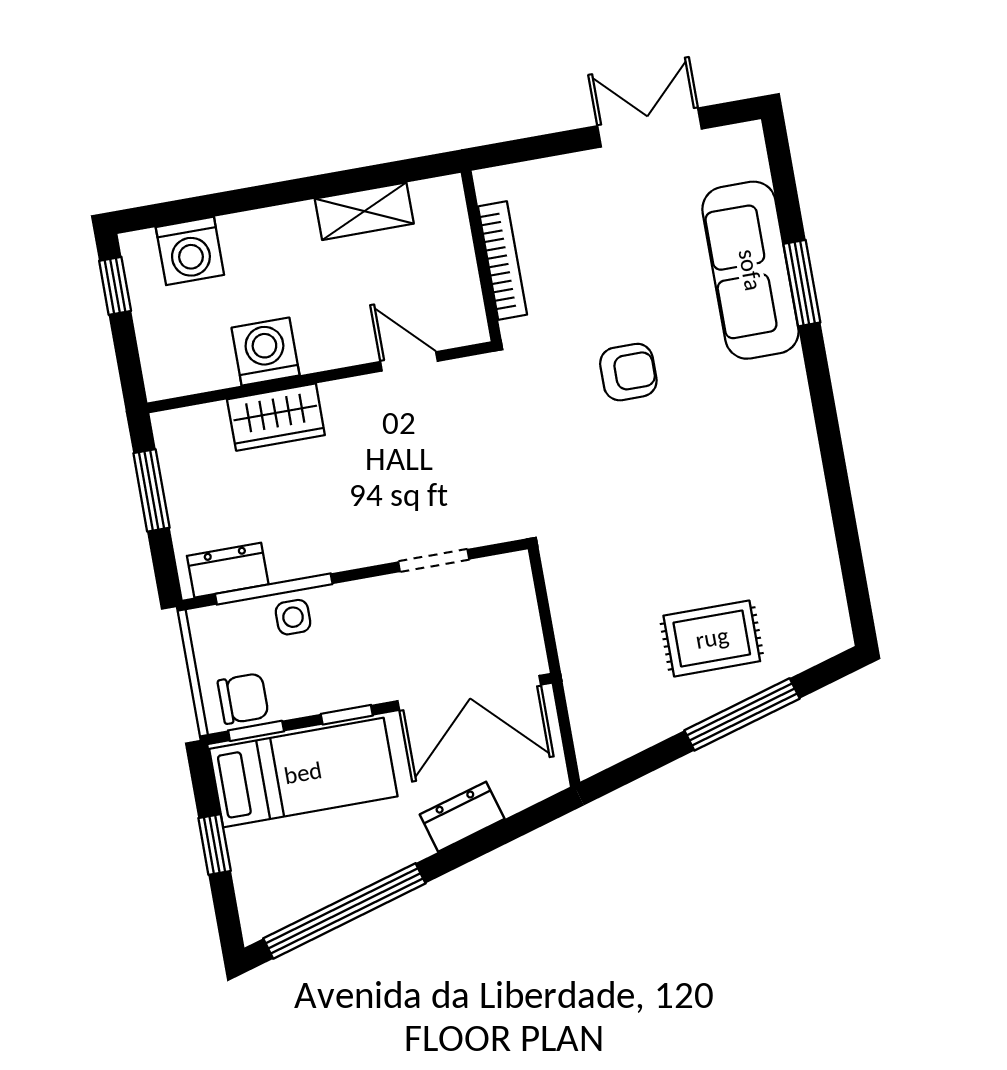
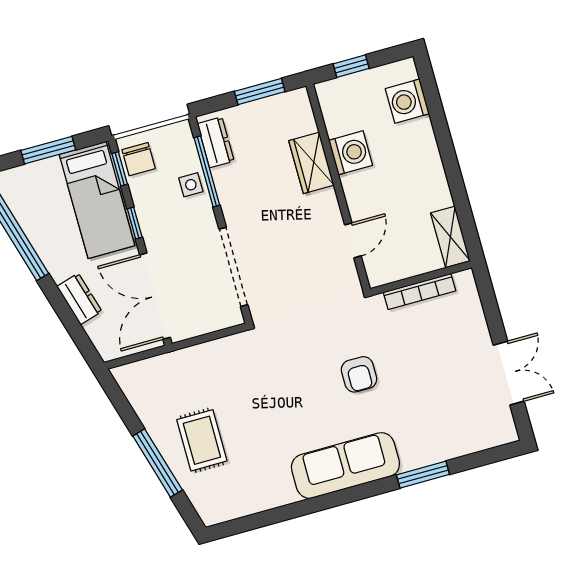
shelving: (364, 211) -> (450, 237), moved
sofa: (750, 270) -> (345, 465), moved
window: (115, 286) -> (351, 66), moved
doorway: (434, 560) -> (233, 267), width x1.88
window: (215, 844) -> (48, 150), width x1.50

